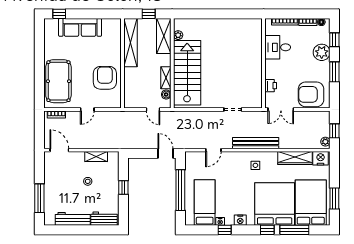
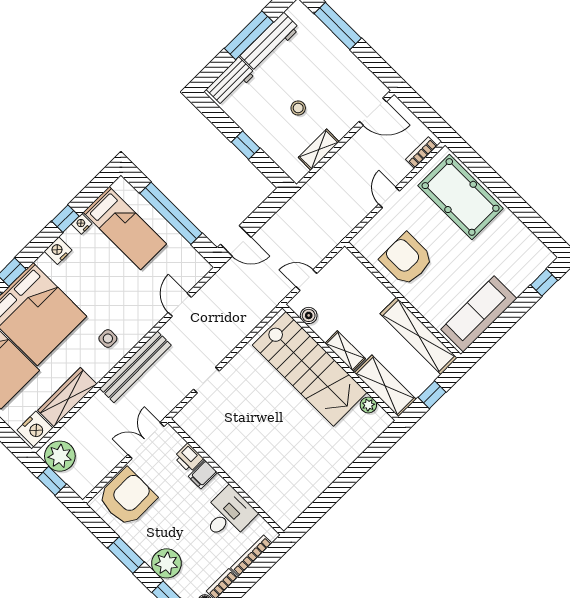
sofa: (80, 27) -> (479, 314), moved
filing cabinet: (272, 73) -> (203, 474), added
armchair: (105, 78) -> (407, 259), turned 180
shelving: (166, 78) -> (345, 351), moved
plant: (325, 142) -> (60, 456), width x1.87, depth x1.87
window: (78, 230) -> (249, 35), added

